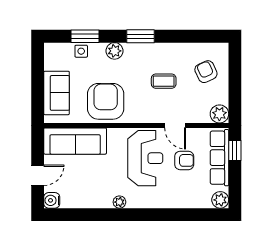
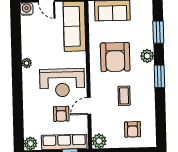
side table: (81, 51) -> (146, 29), removed
armchair: (206, 72) -> (133, 129), turned 115
armchair: (106, 101) -> (115, 57), moved, turned 90

